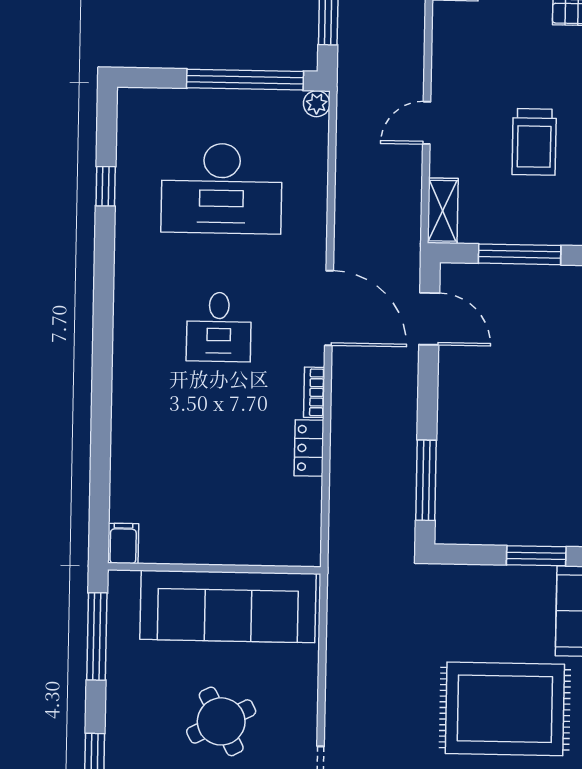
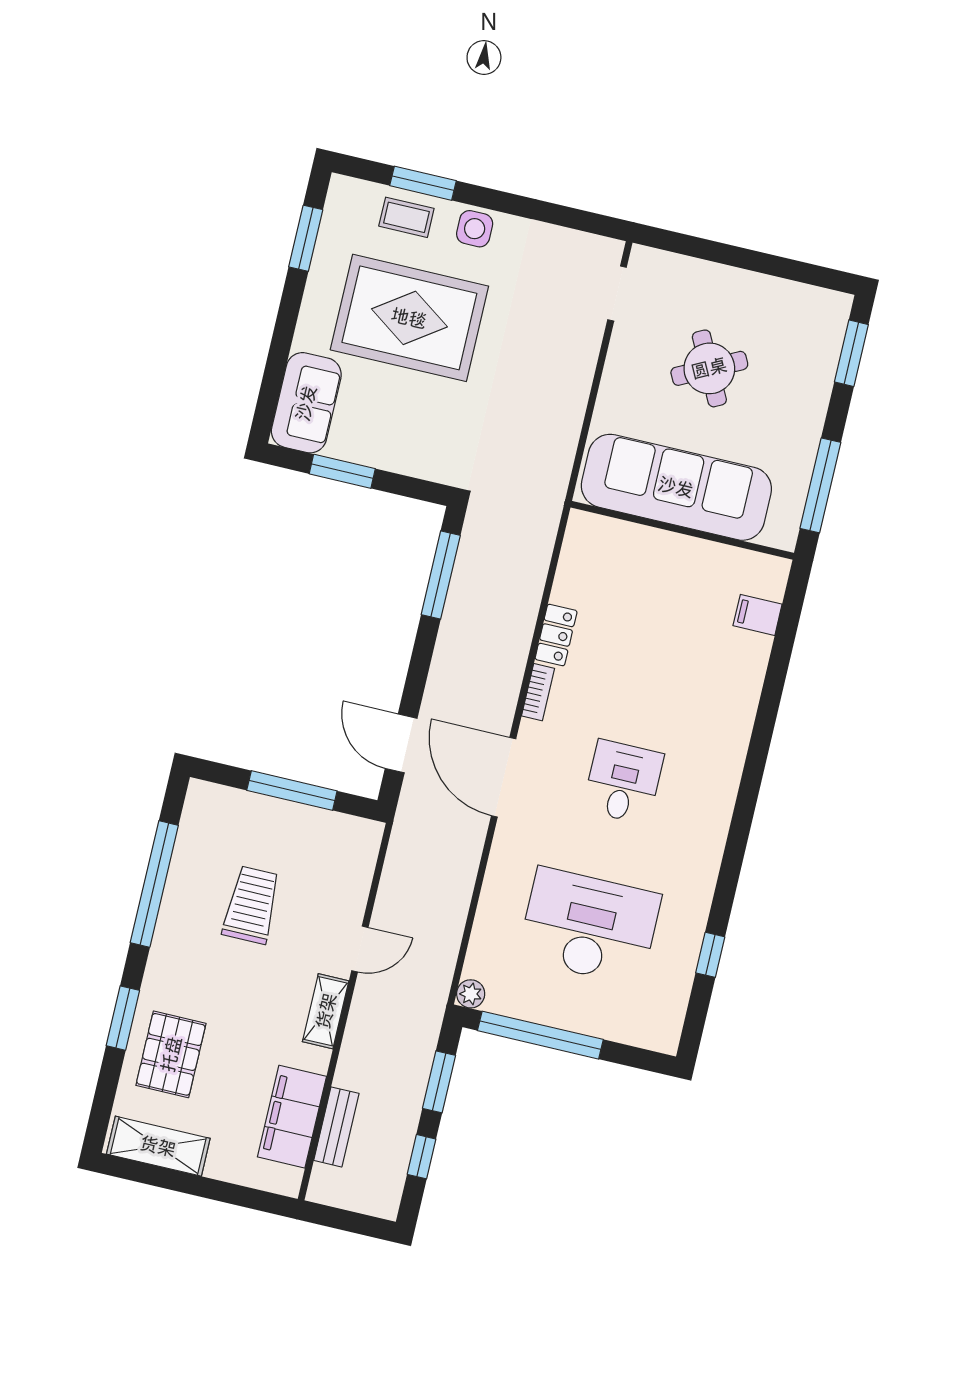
shelving: (443, 211) -> (326, 1011), moved
filing cabinet: (123, 543) -> (758, 615), moved, turned 90

